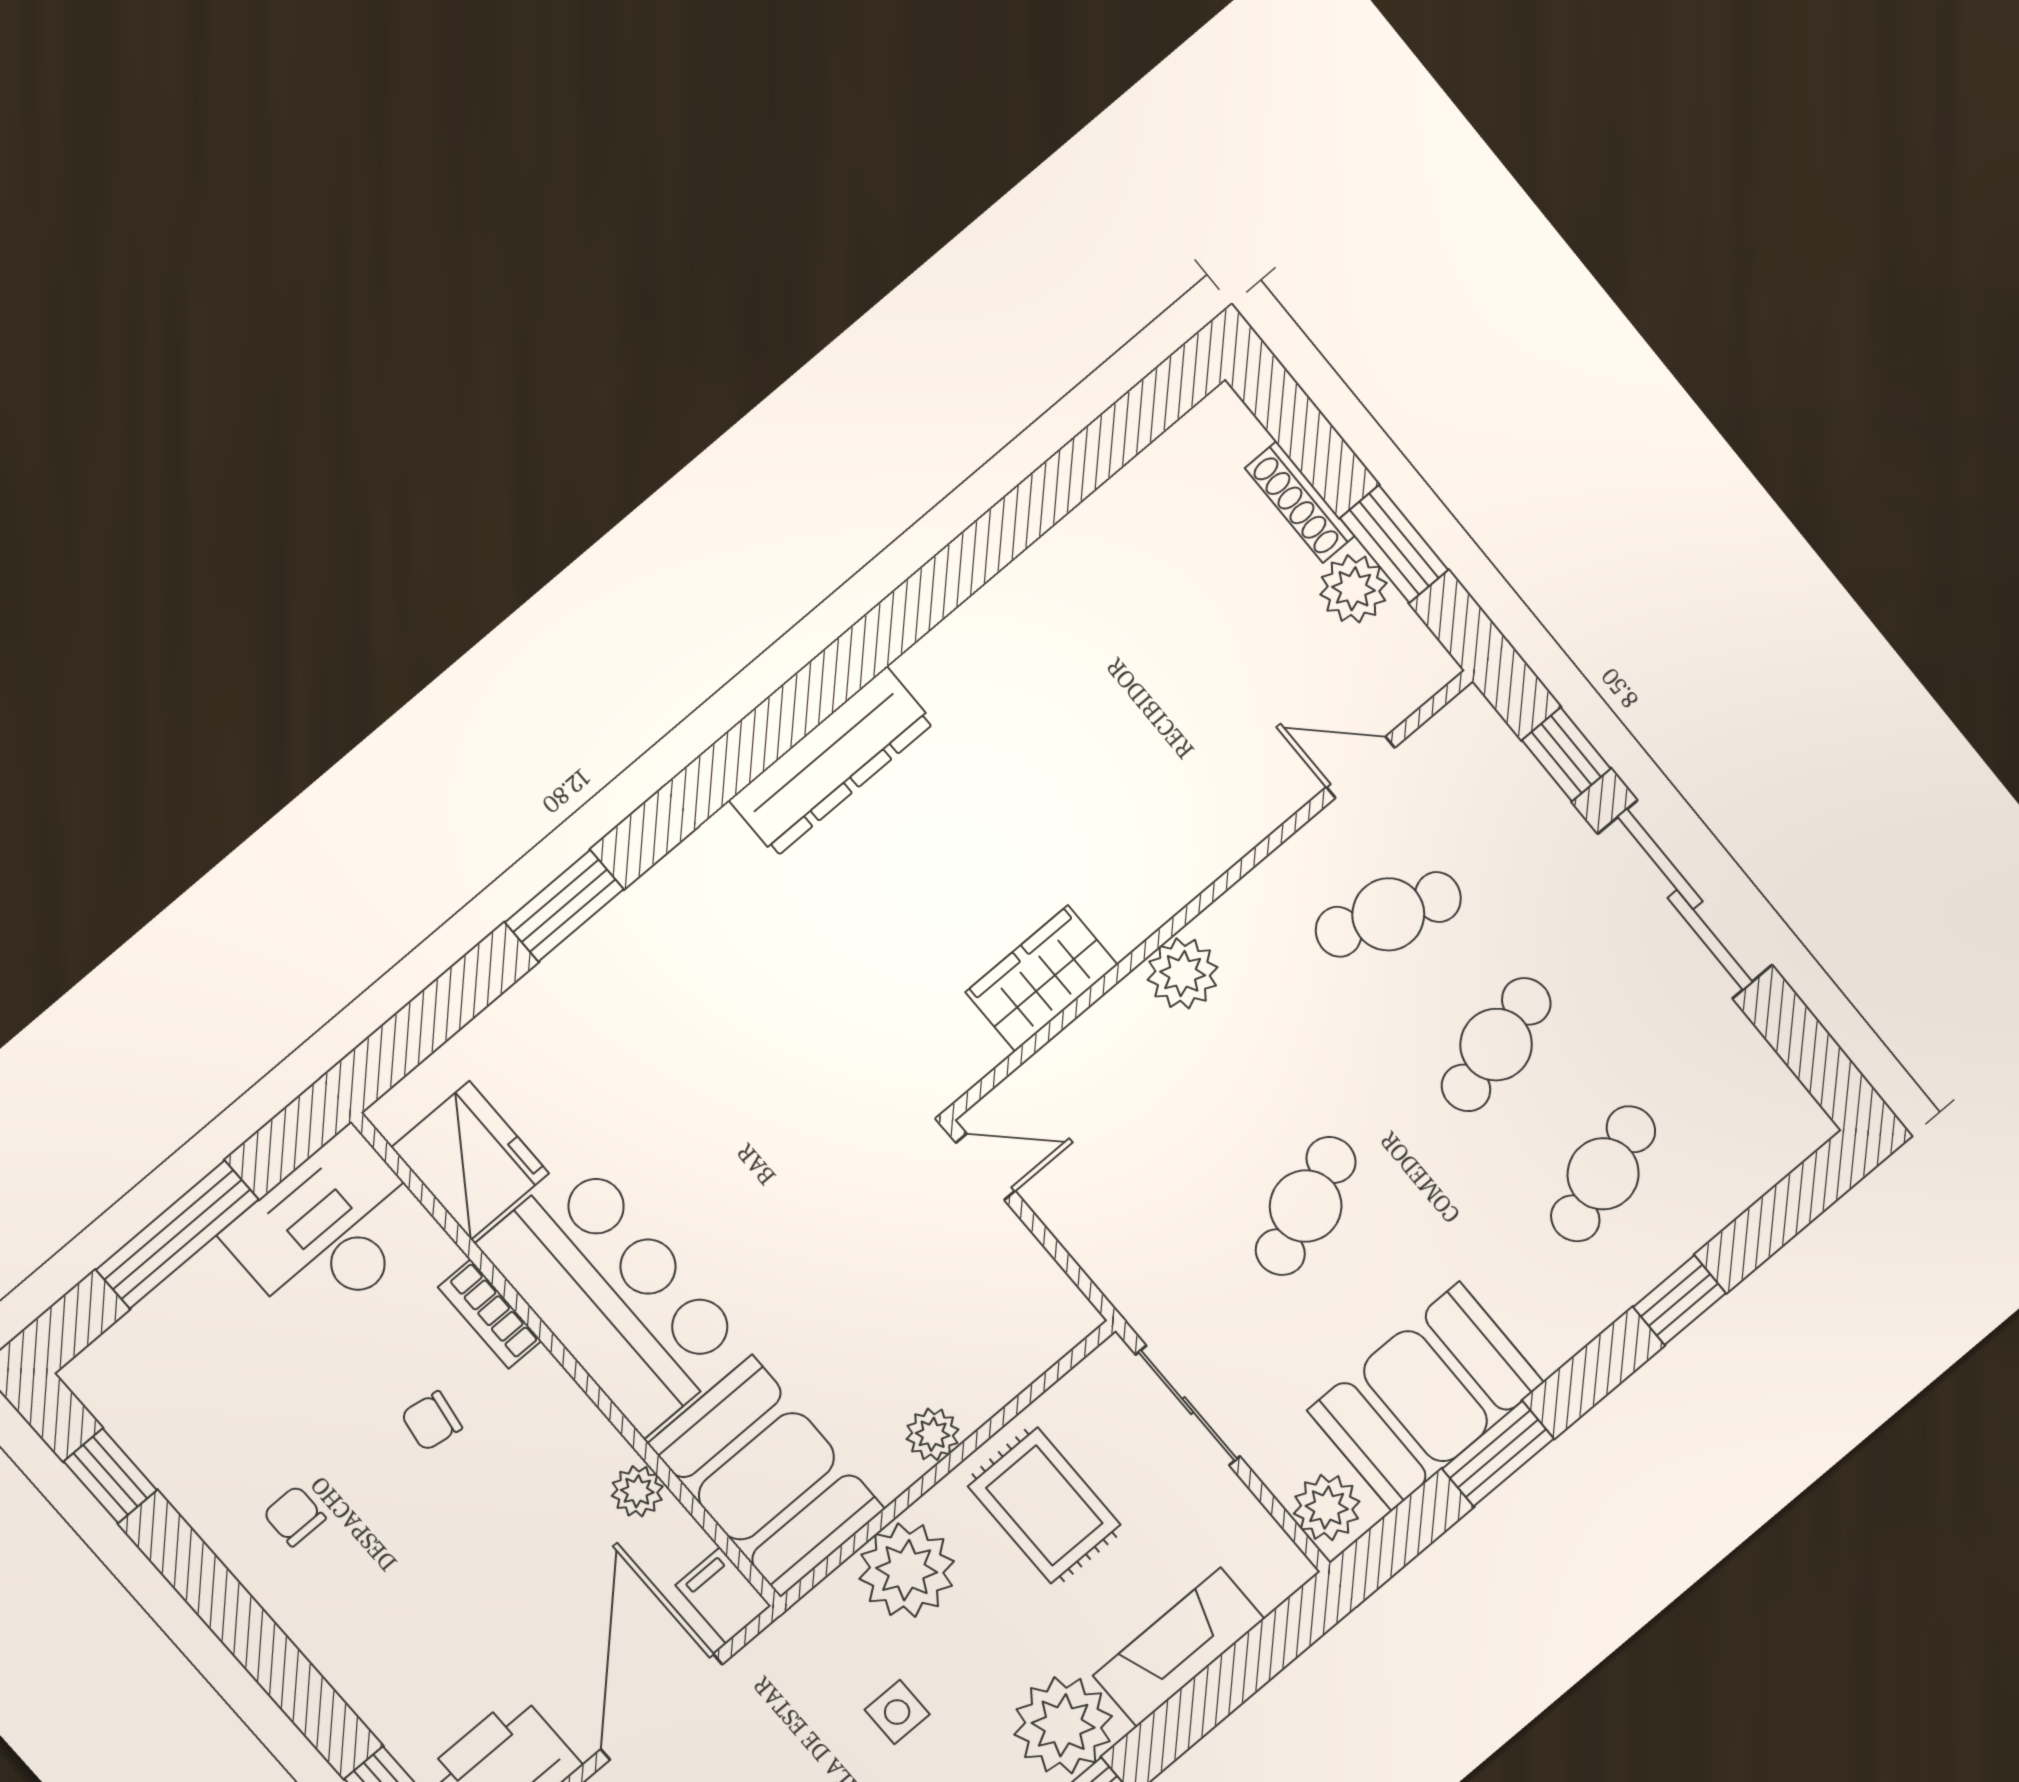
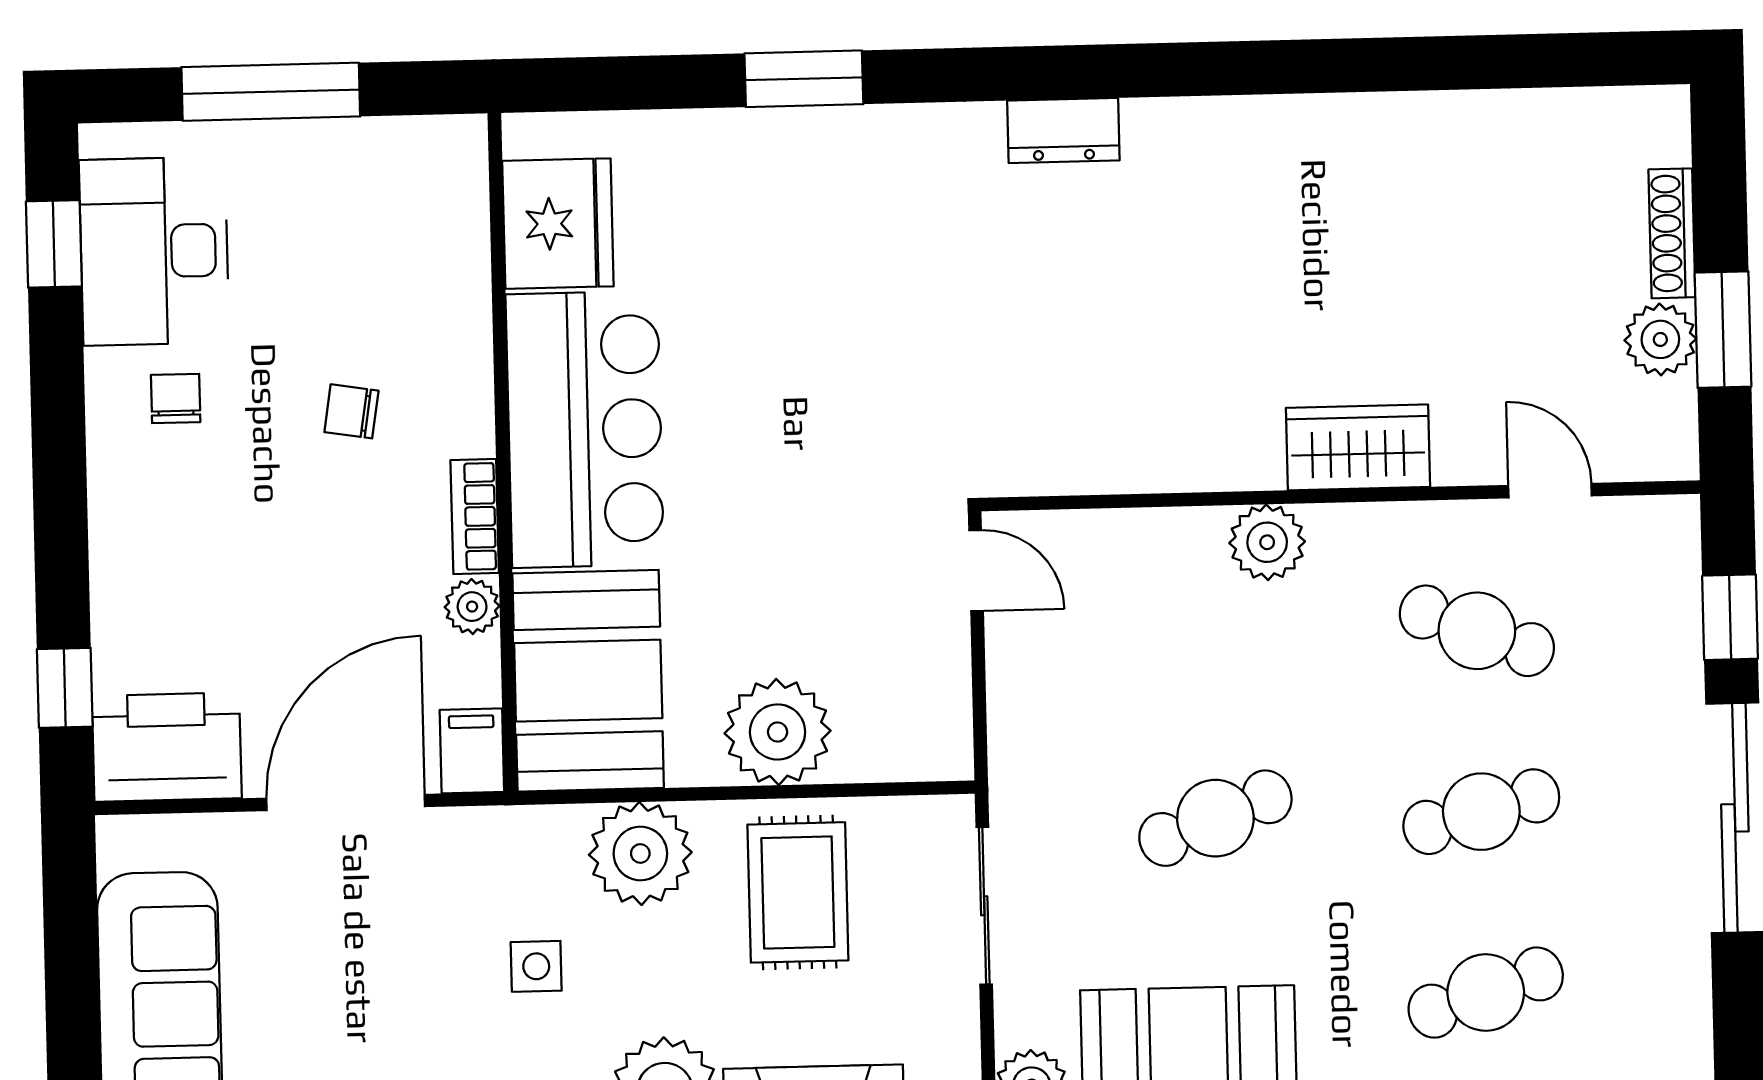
dresser: (831, 762) -> (1063, 130), width x0.51, depth x0.80
wardrobe: (1042, 978) -> (1358, 447), moved
desk: (330, 1231) -> (154, 251), moved, turned -90
bookcase: (490, 1314) -> (475, 517), moved
plant: (933, 1434) -> (778, 732), width x1.88, depth x1.88

